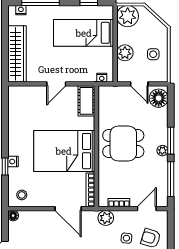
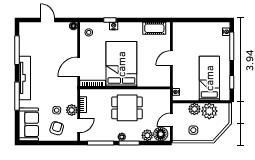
plant: (128, 16) -> (209, 111), moved
wardrobe: (17, 54) -> (194, 29), removed
door: (56, 84) -> (171, 58), hinge flipped
cot: (86, 101) -> (154, 28), moved
plant: (160, 116) -> (147, 135), added
dining table: (123, 143) -> (127, 108), turned 90
door: (147, 209) -> (79, 125), hinge flipped
plant: (106, 218) -> (72, 110), moved

